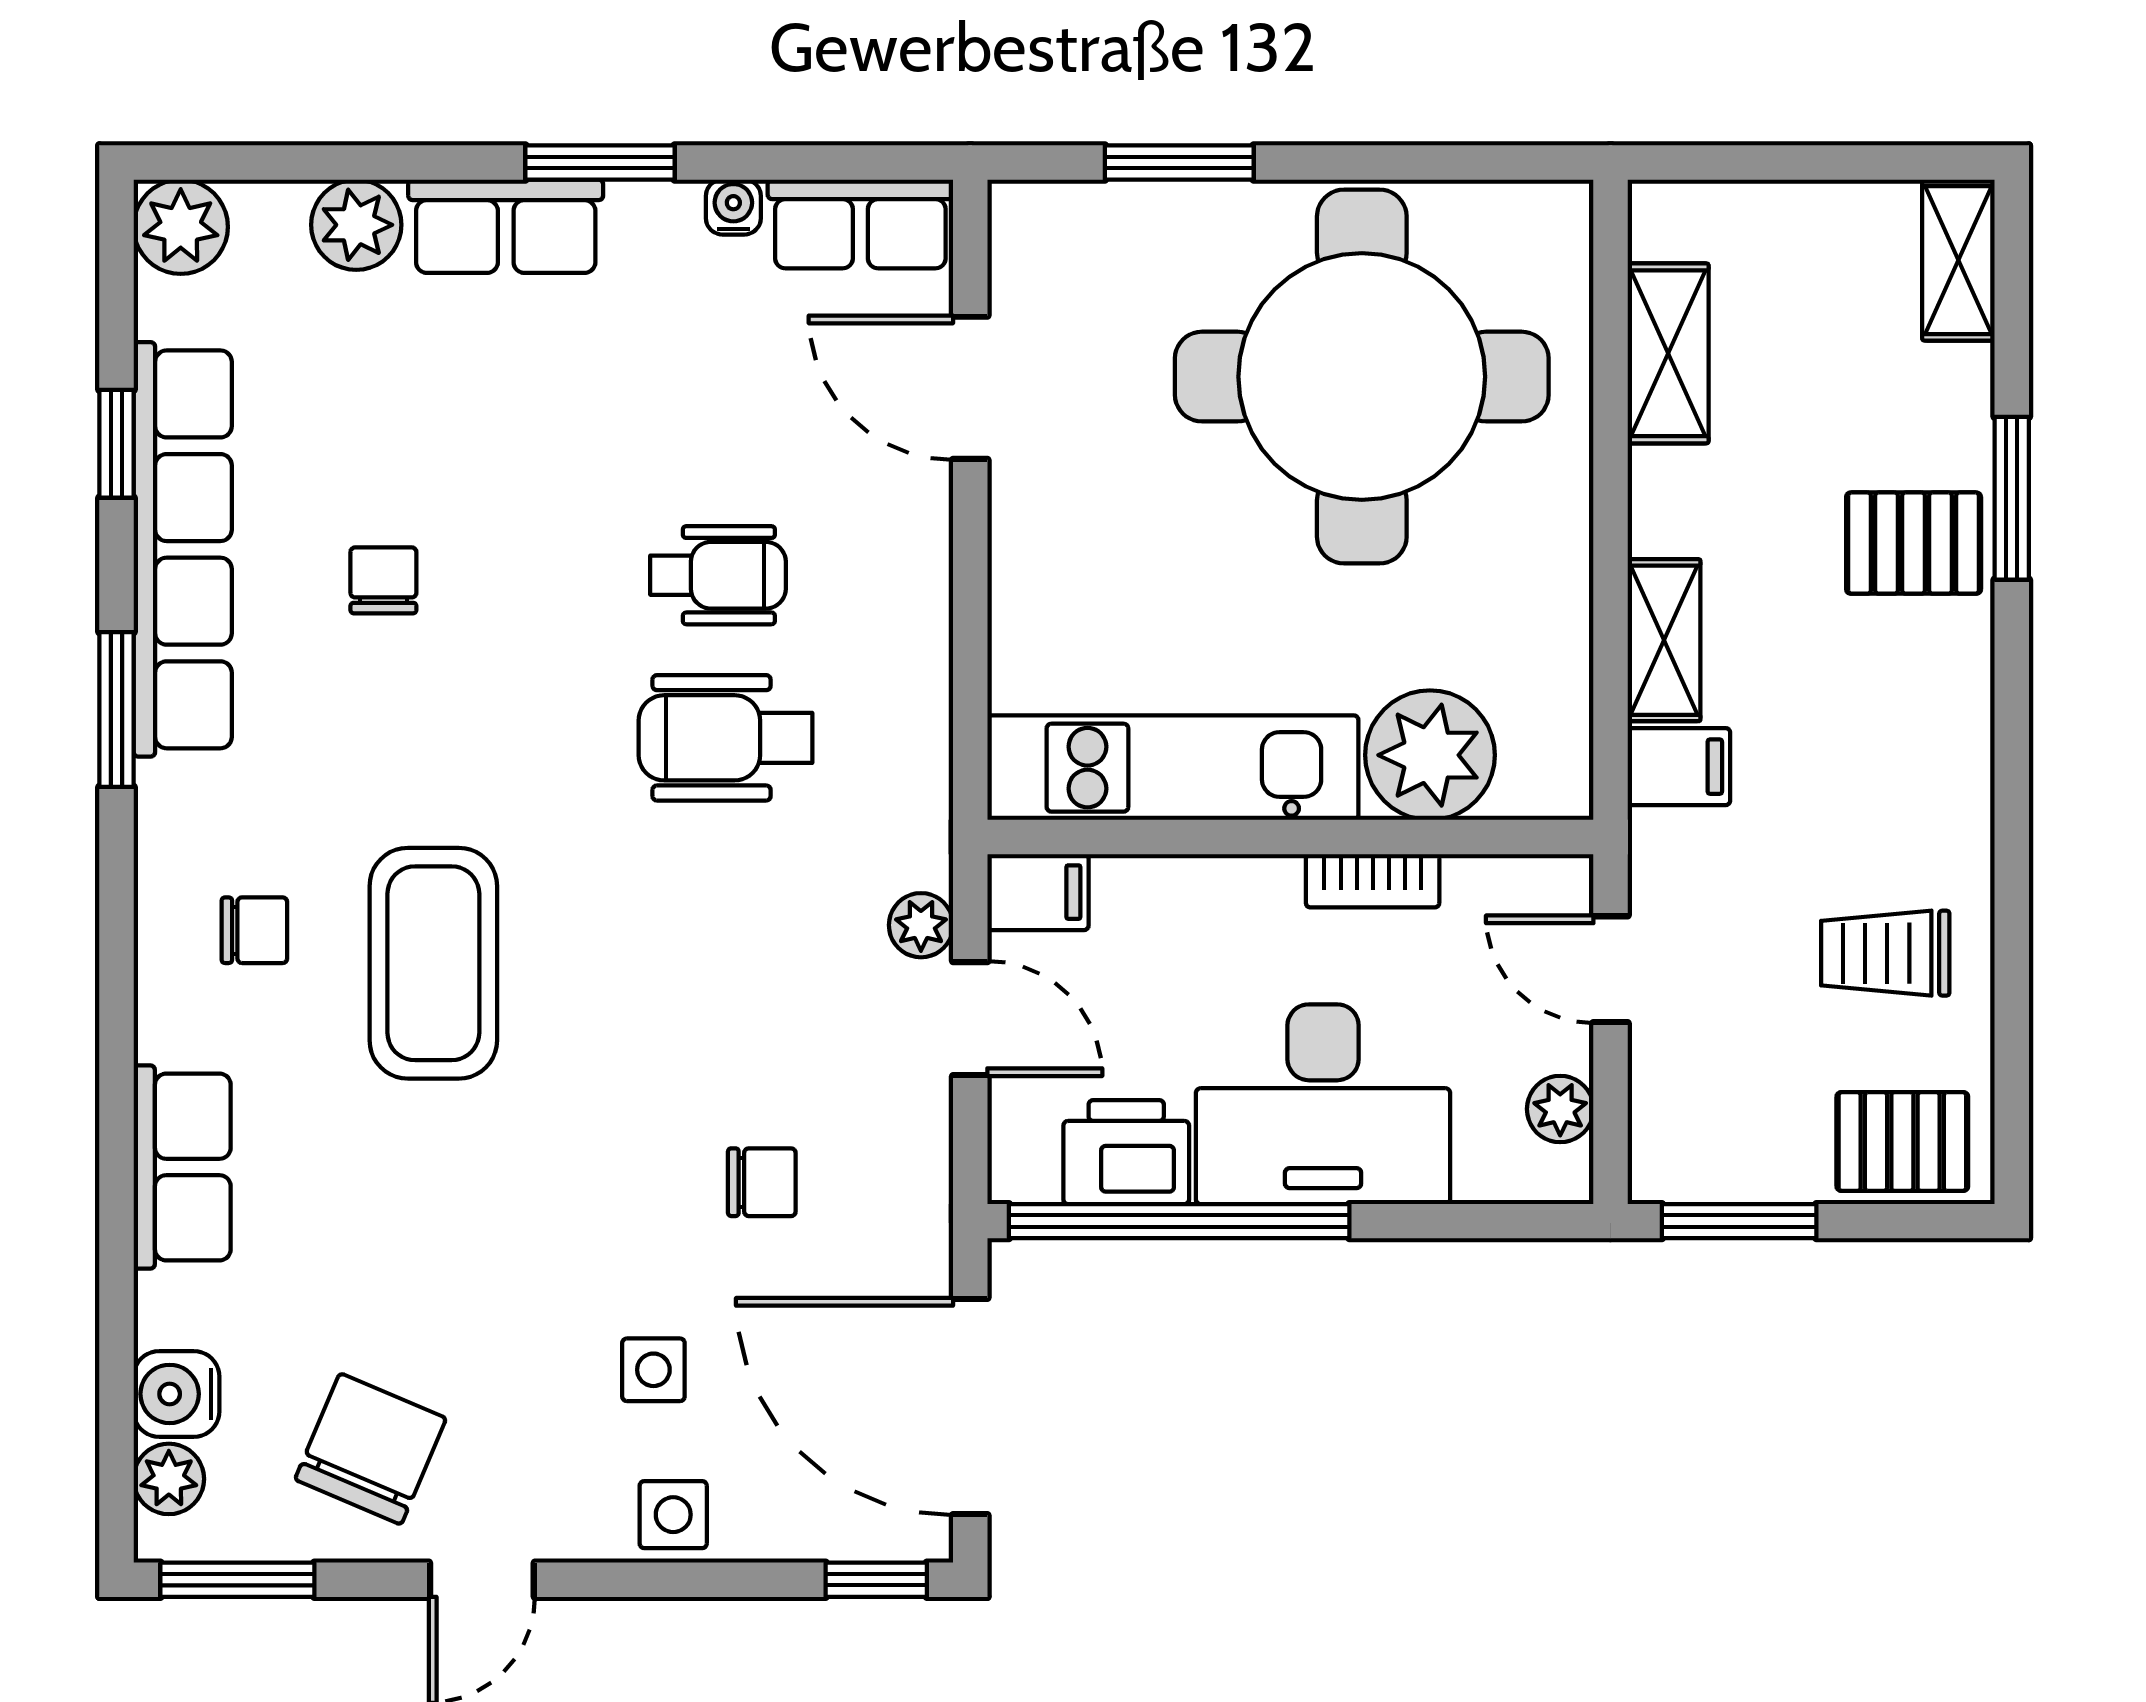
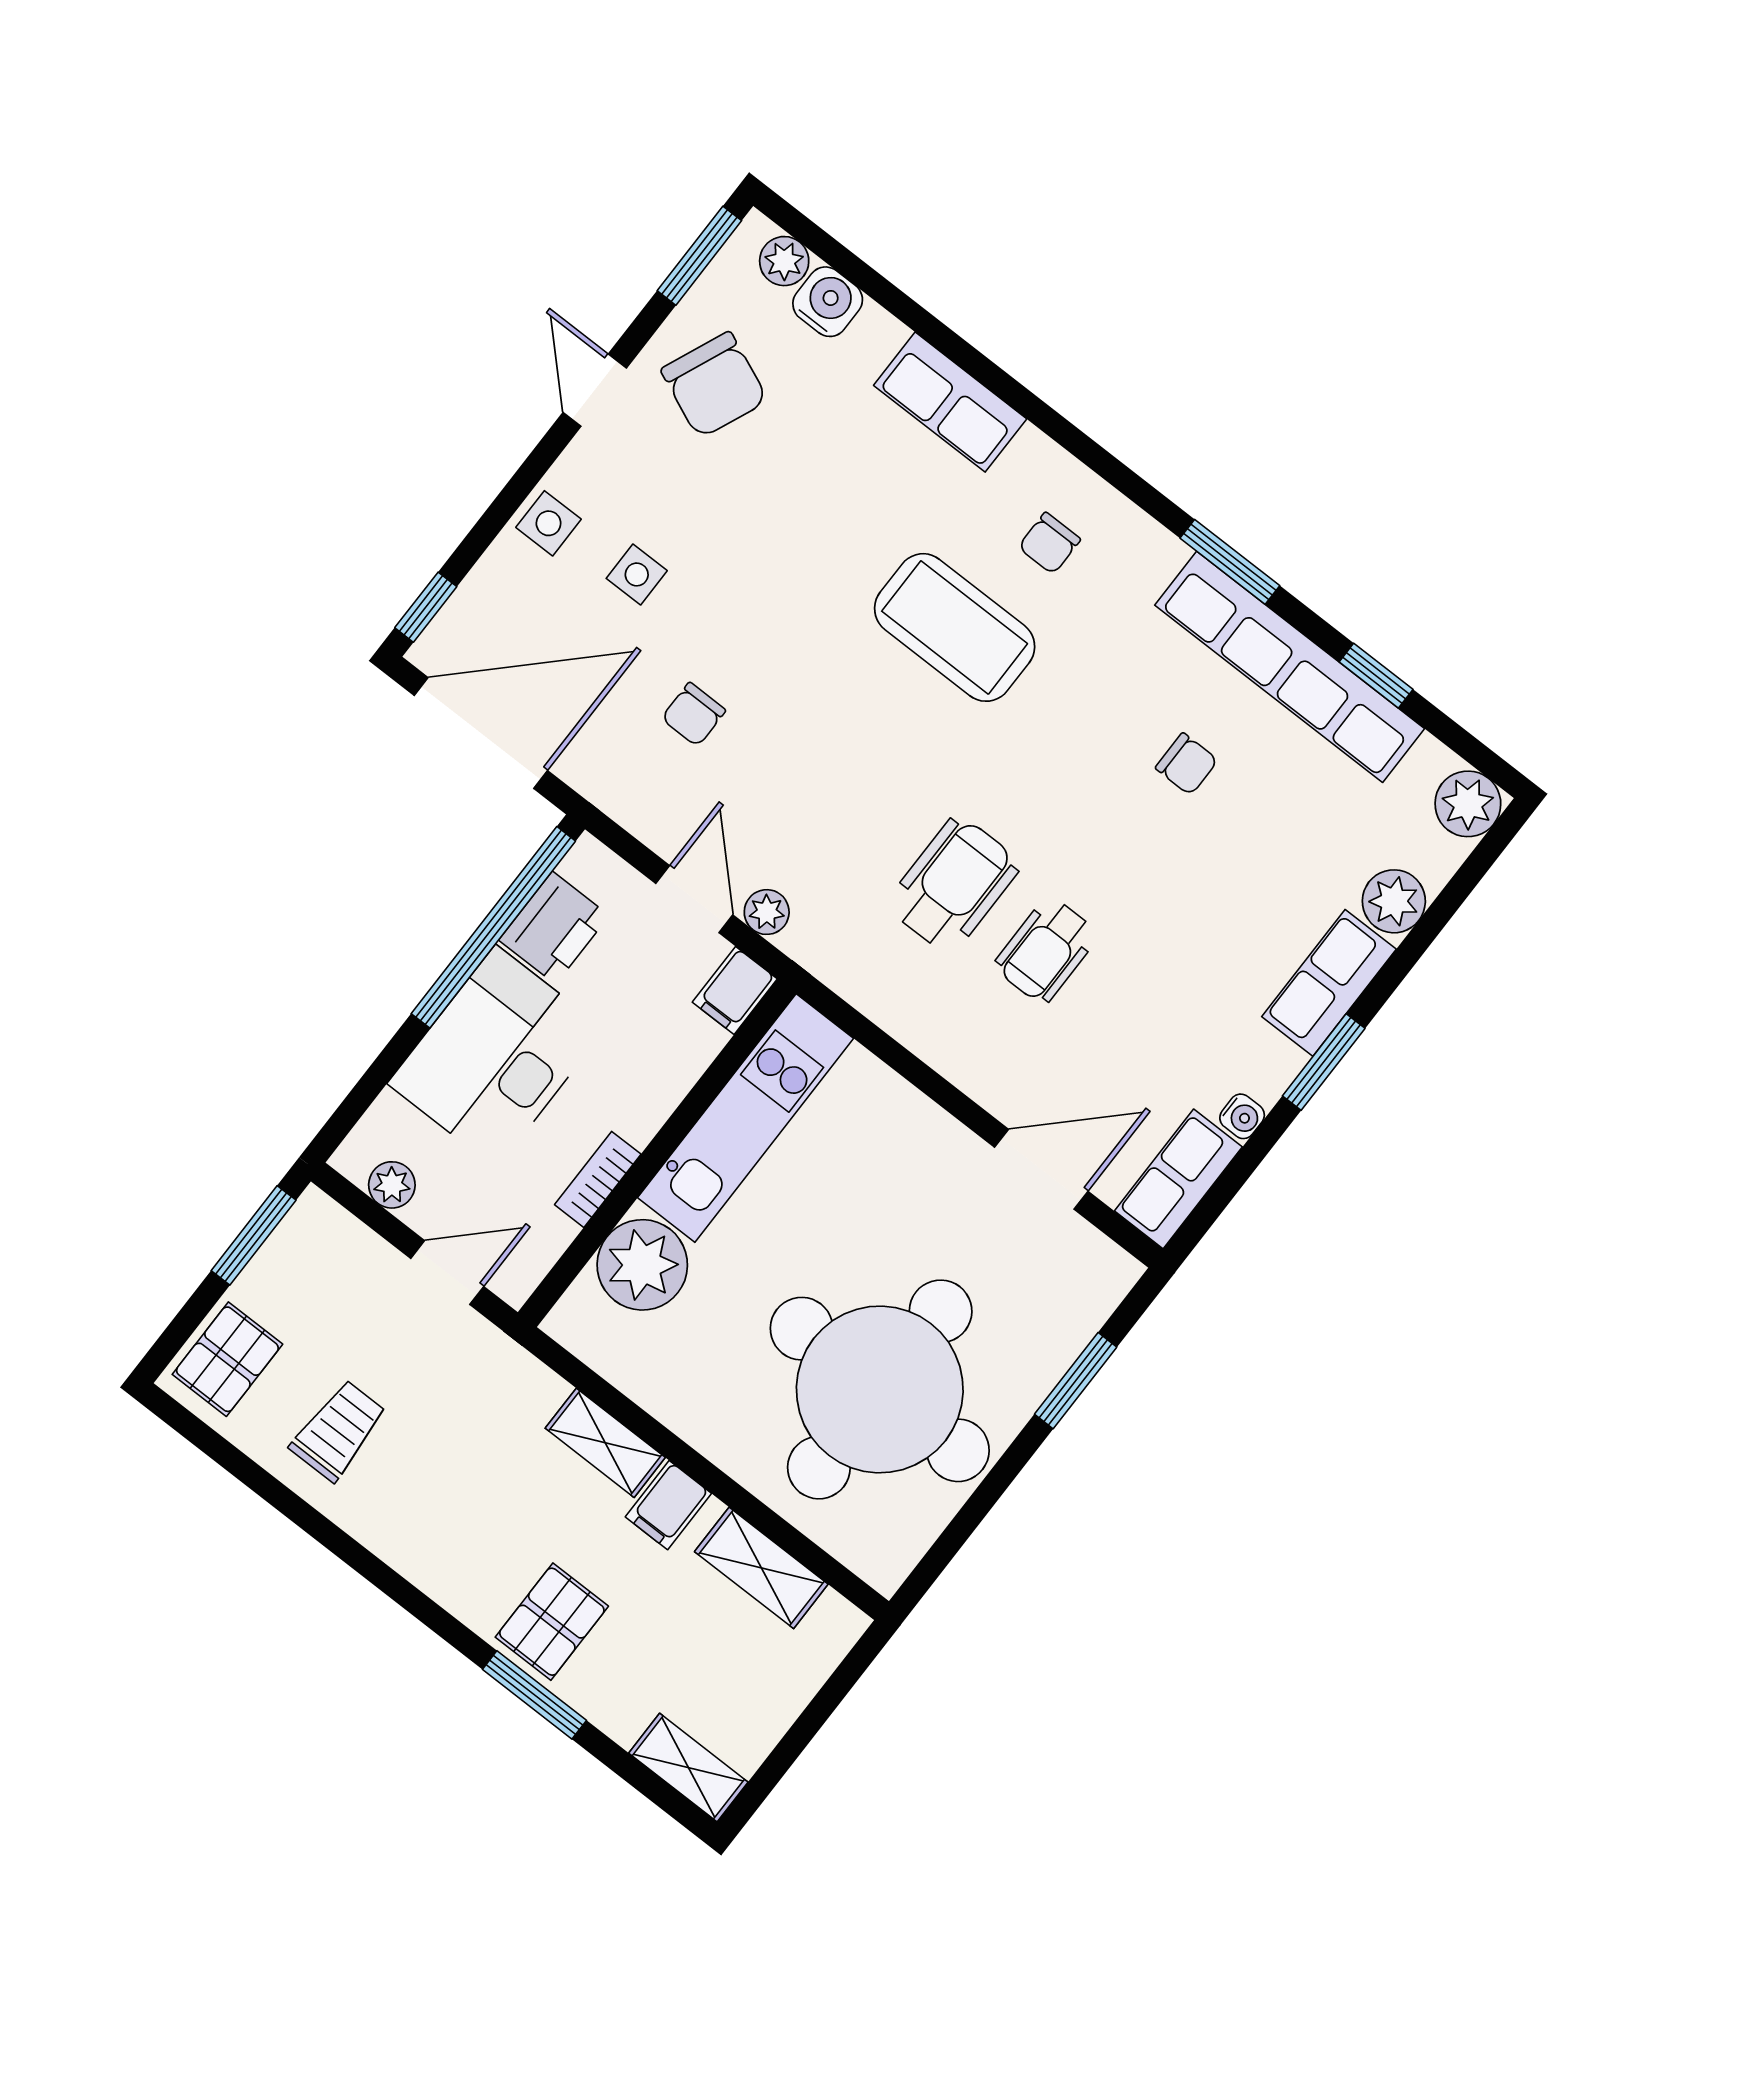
filing cabinet: (1679, 767) -> (668, 1505), moved
door: (970, 1019) -> (694, 899), swing flipped

